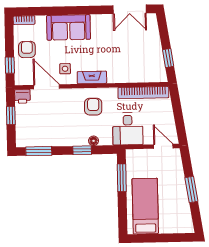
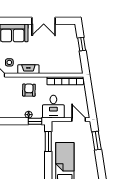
double door: (130, 9) -> (44, 21), moved
window: (168, 58) -> (82, 44), moved
window: (82, 150) -> (35, 121), moved
window: (191, 190) -> (97, 141), moved

